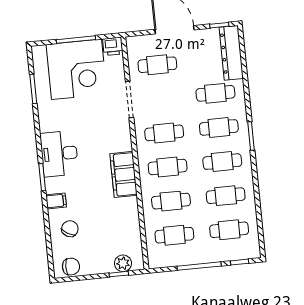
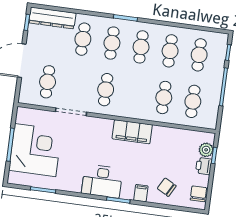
printer: (113, 46) -> (204, 166), moved, turned 180
cafe table: (168, 167) -> (135, 94), removed

